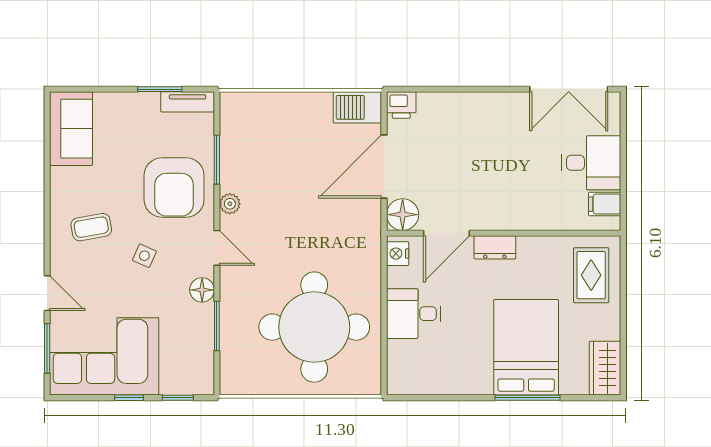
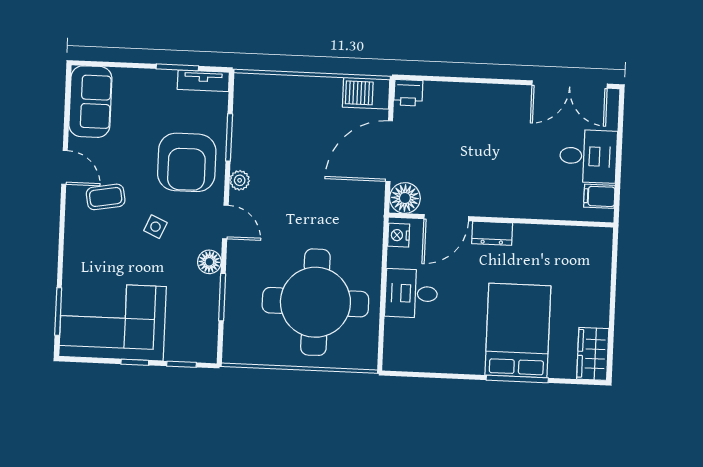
rug: (591, 275) -> (583, 264), removed
door: (47, 293) -> (65, 167), moved

